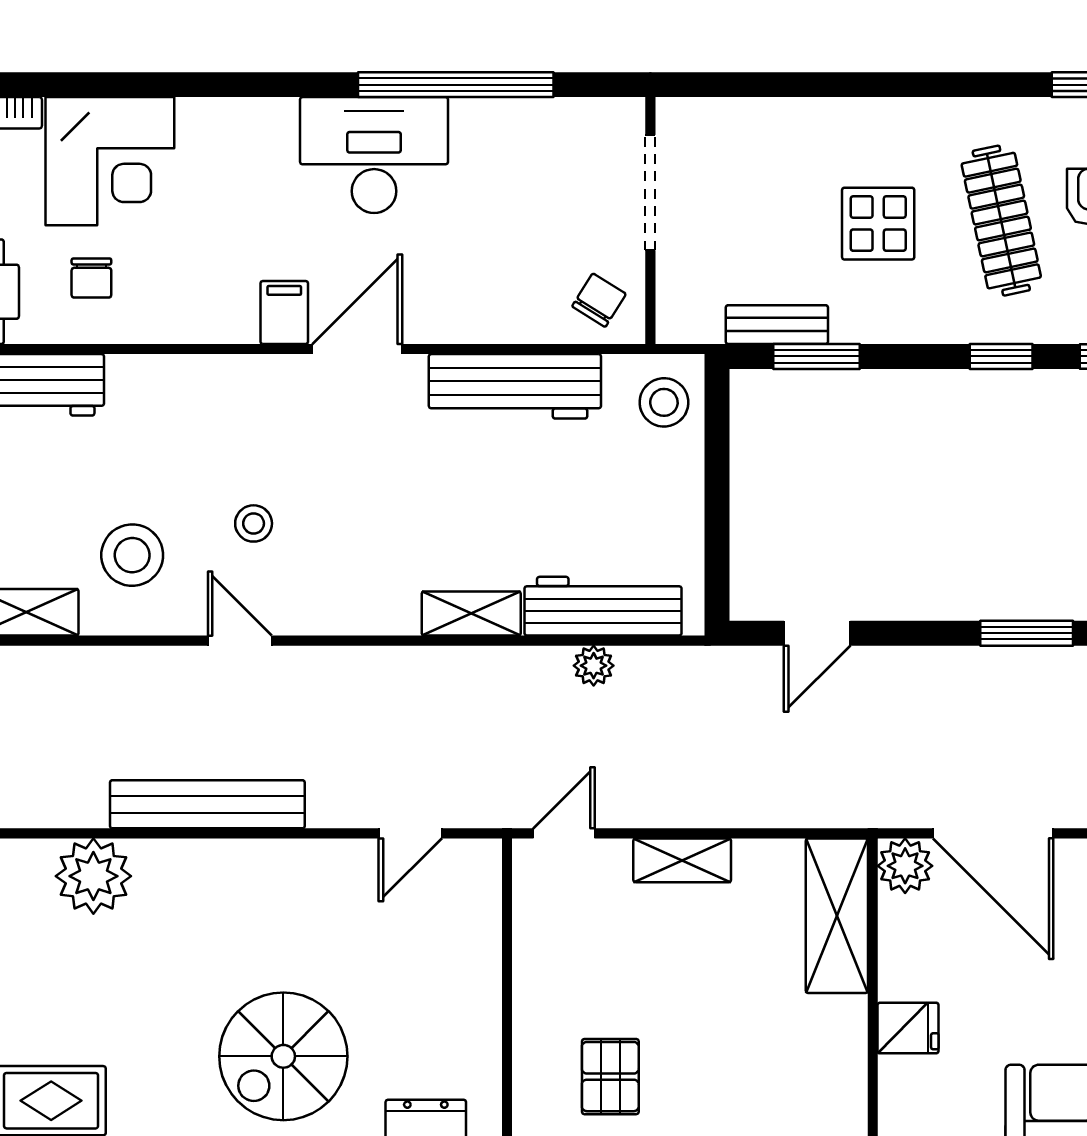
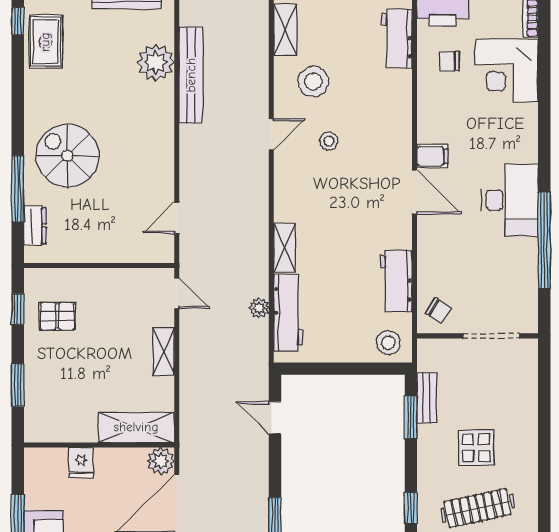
workbench: (515, 386) -> (396, 281), width x0.73
bench: (207, 804) -> (191, 75), moved
door: (410, 833) -> (177, 218), hinge flipped

